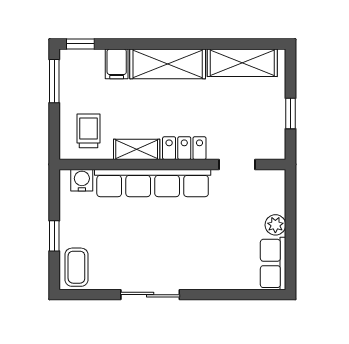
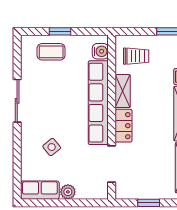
doorway: (237, 164) -> (112, 164), width x1.38
side table: (214, 247) -> (52, 147), added
coffee table: (76, 267) -> (51, 52), moved

